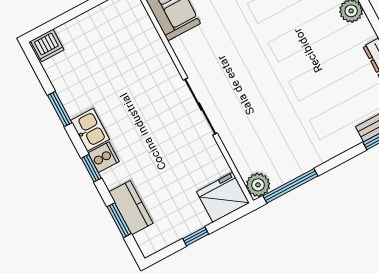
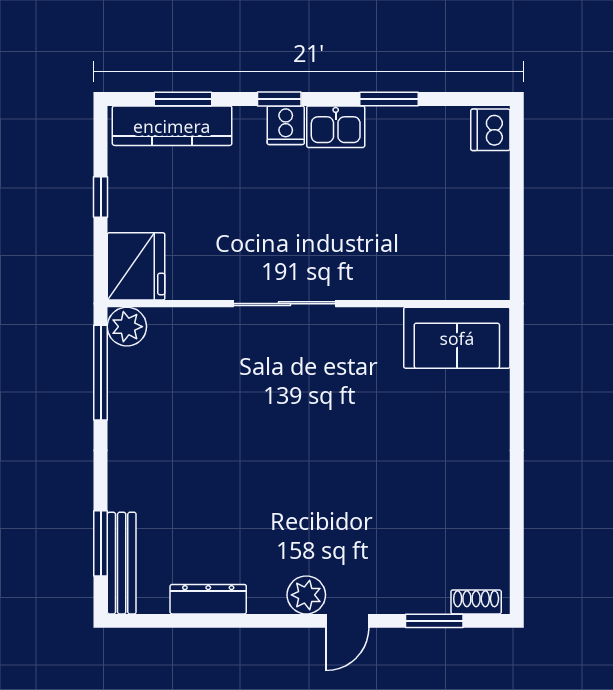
kitchen counter: (131, 208) -> (172, 126), width x1.50

